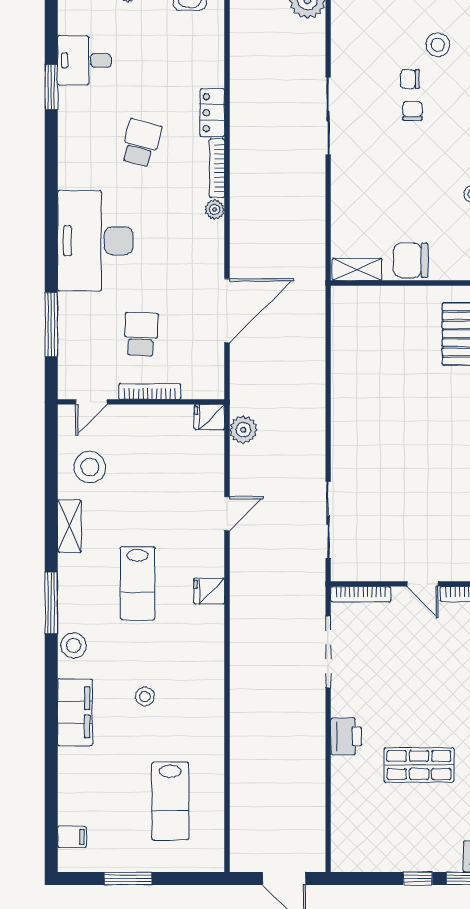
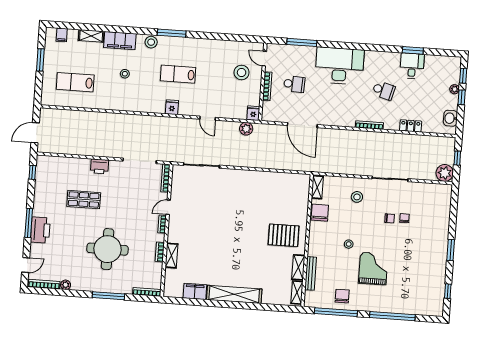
stool: (438, 45) -> (357, 197), moved
desk: (84, 60) -> (412, 66), moved
locker: (212, 113) -> (411, 126), moved
plant: (215, 210) -> (350, 123), removed
stool: (90, 467) -> (242, 73), moved
shelving: (69, 526) -> (91, 36), moved
shop shelf: (419, 765) -> (84, 200), turned 90
window: (418, 878) -> (32, 172), moved

